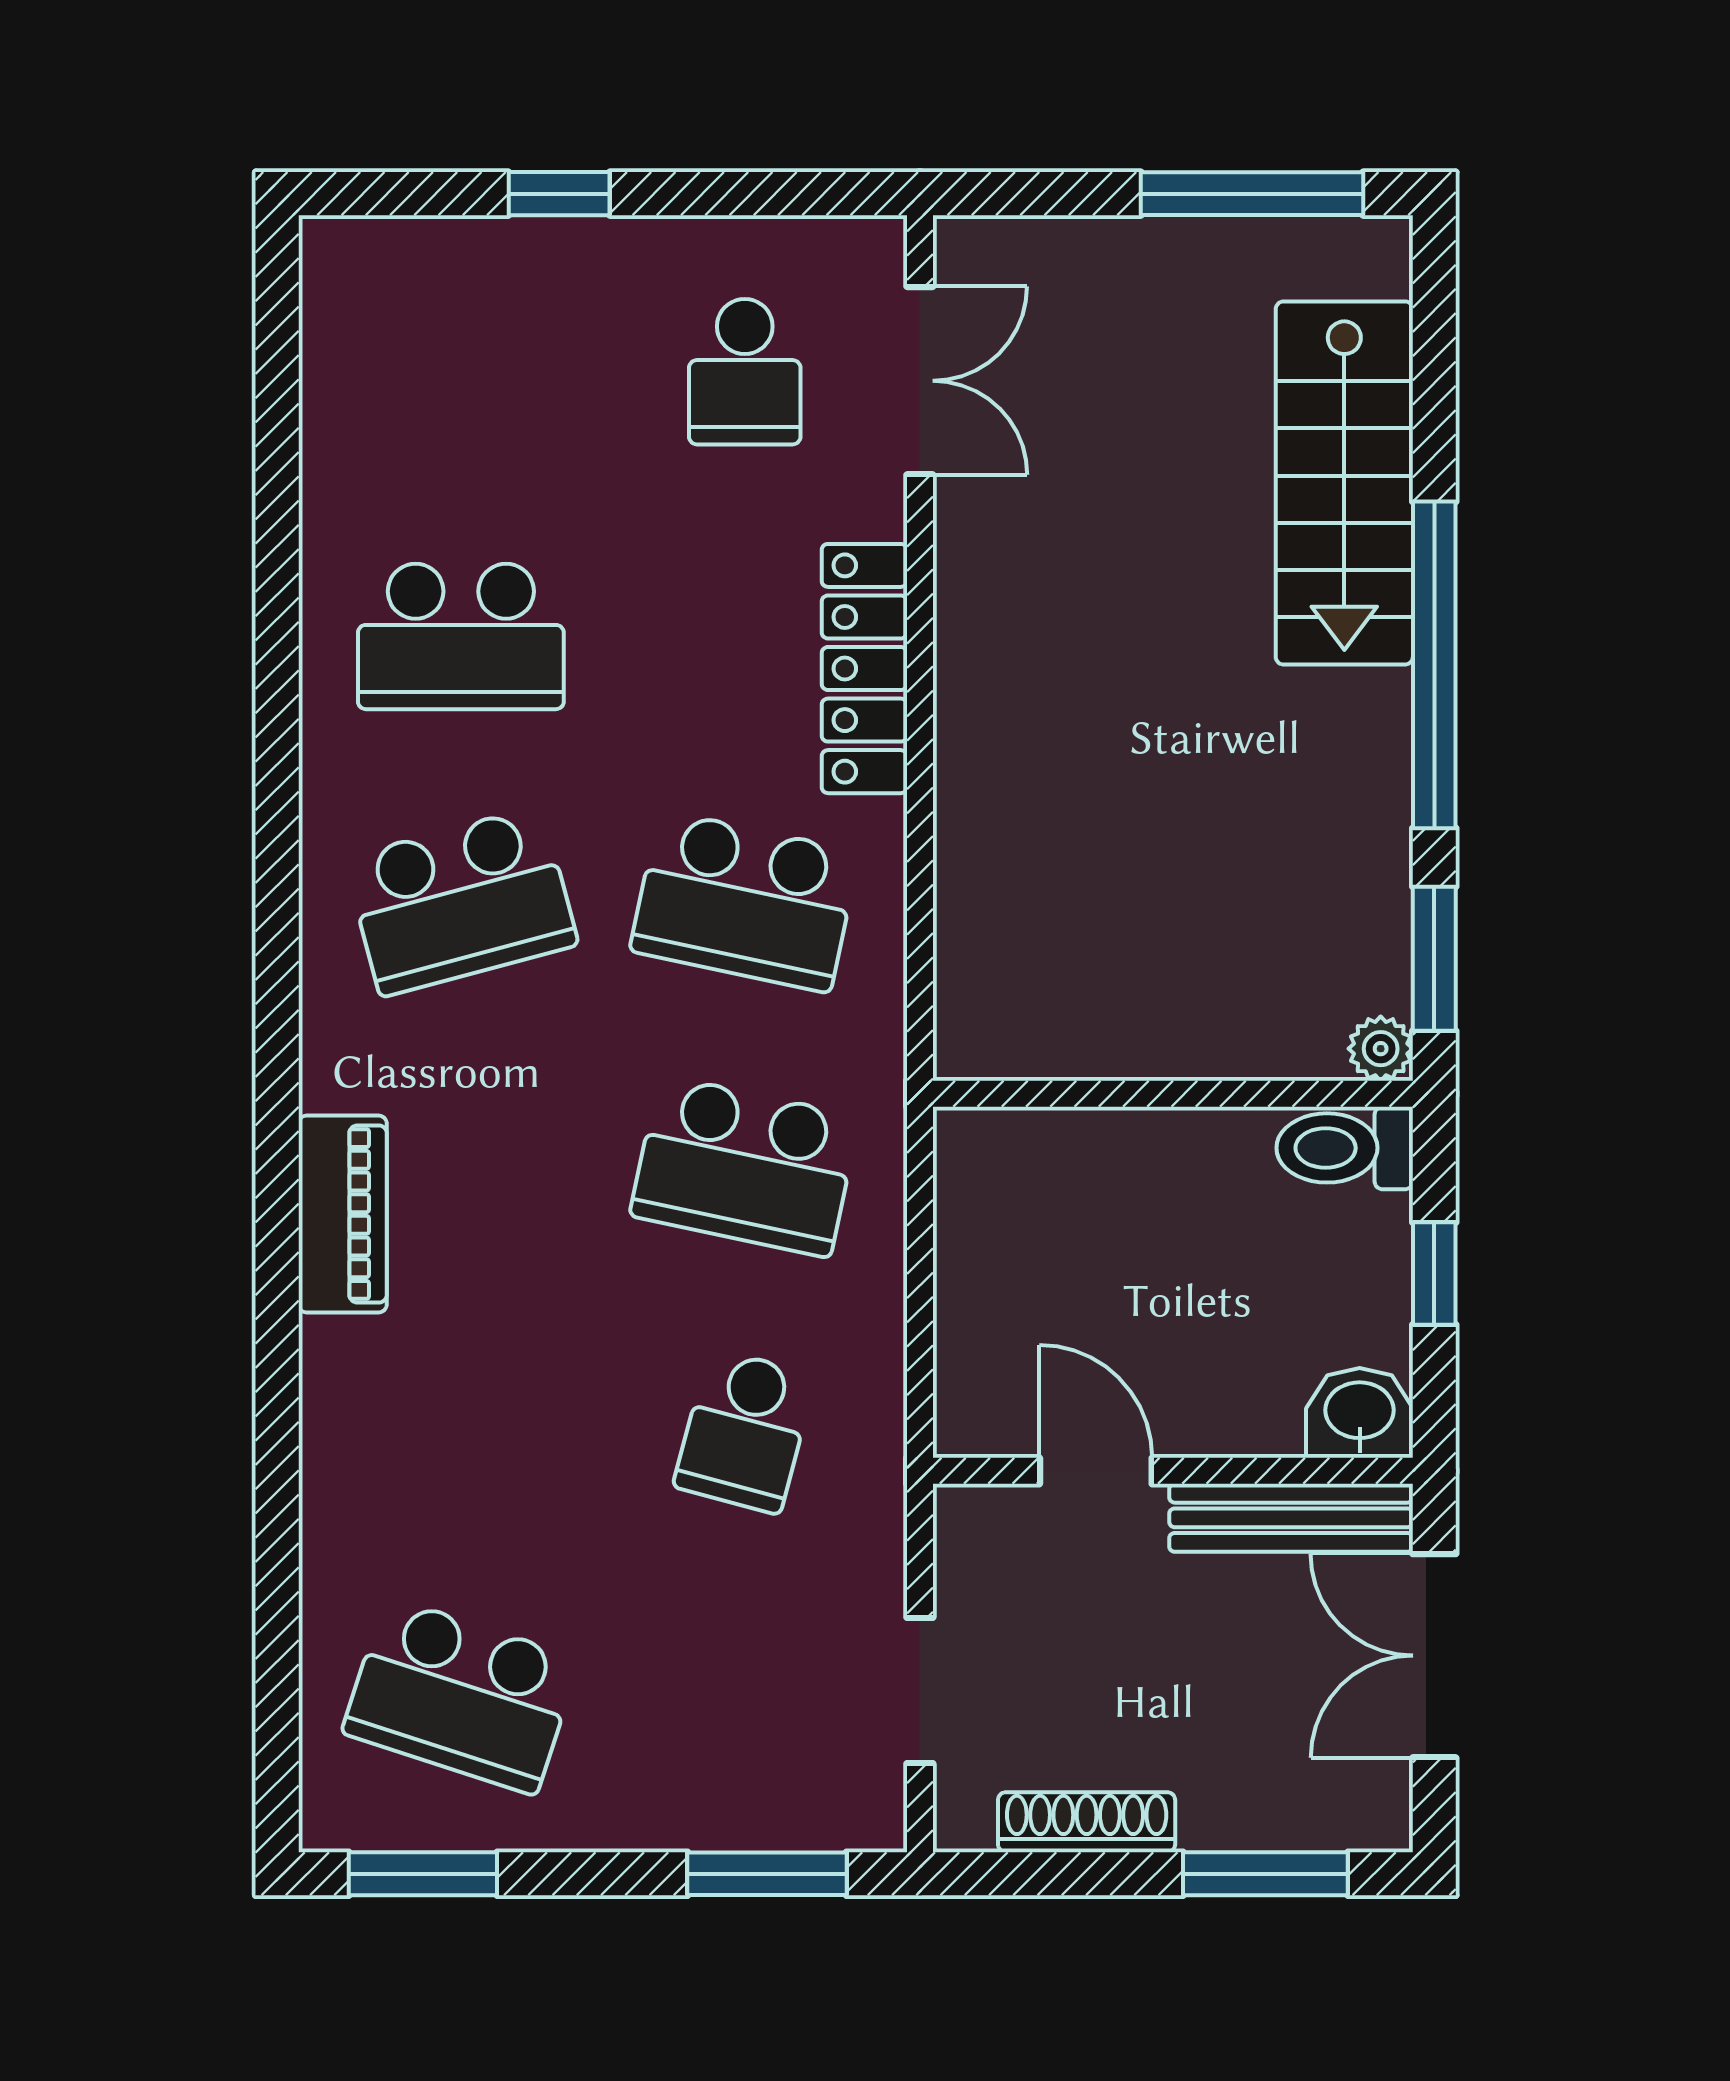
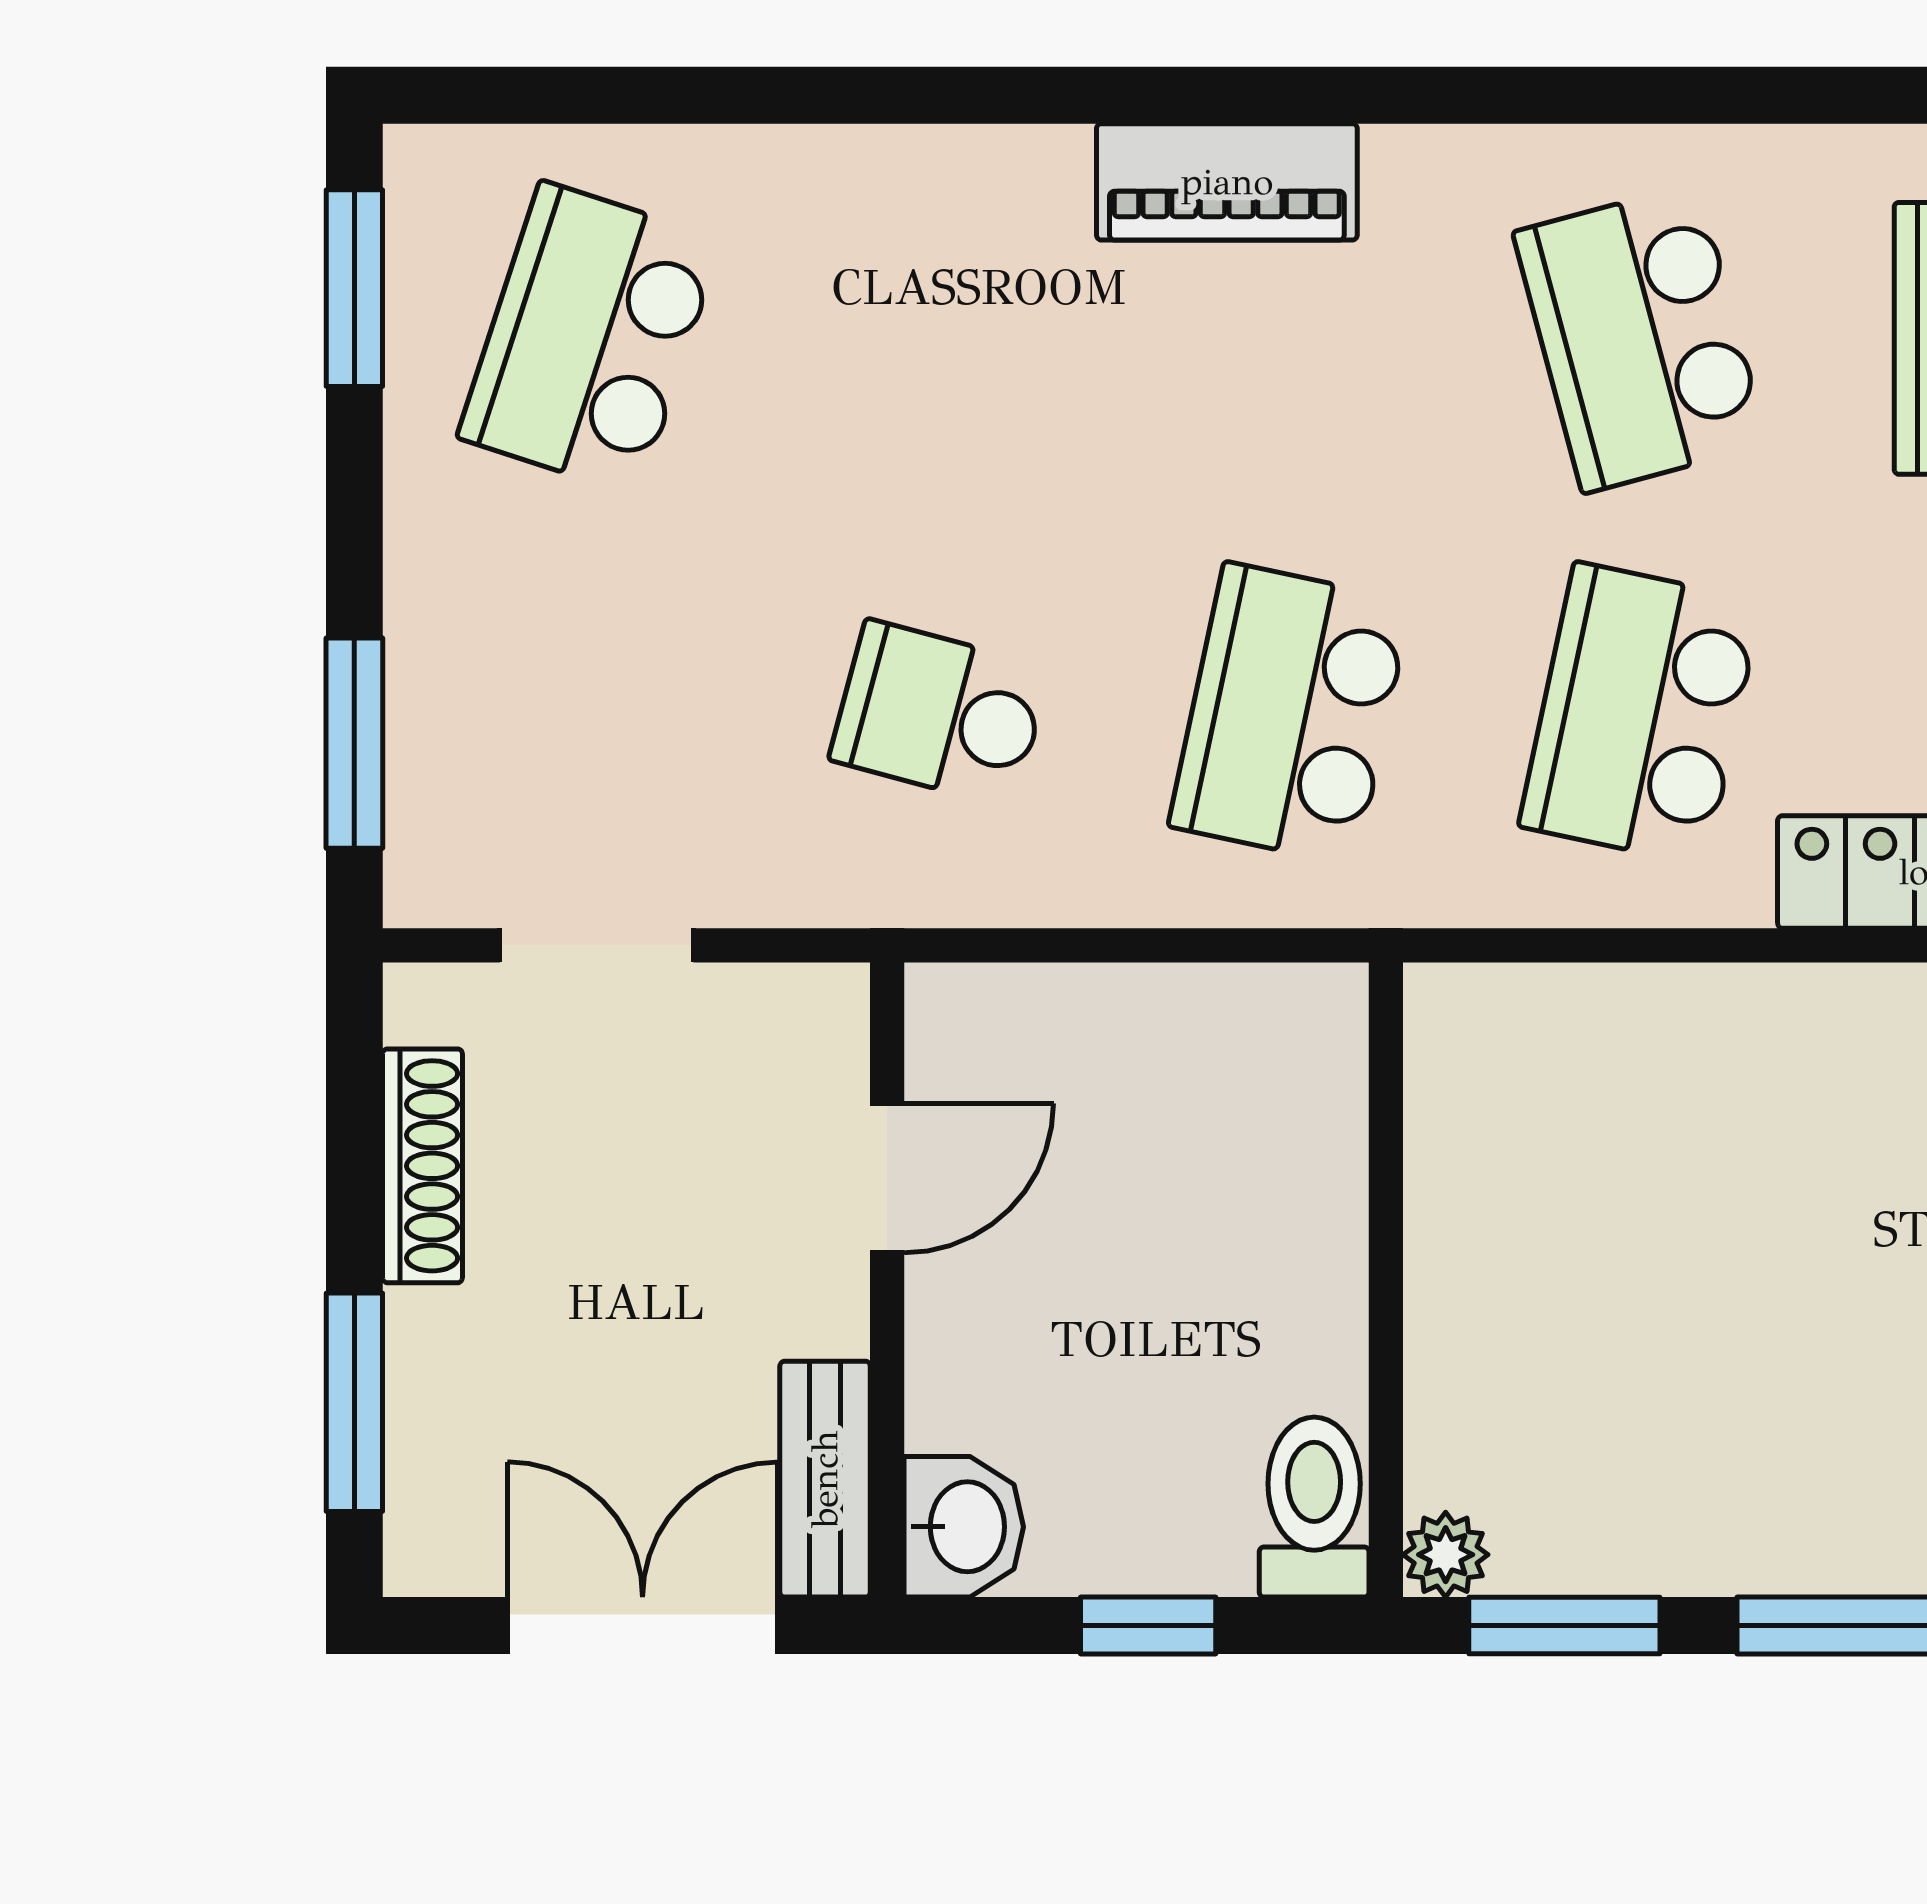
bench: (1291, 1518) -> (825, 1479), width x0.73

